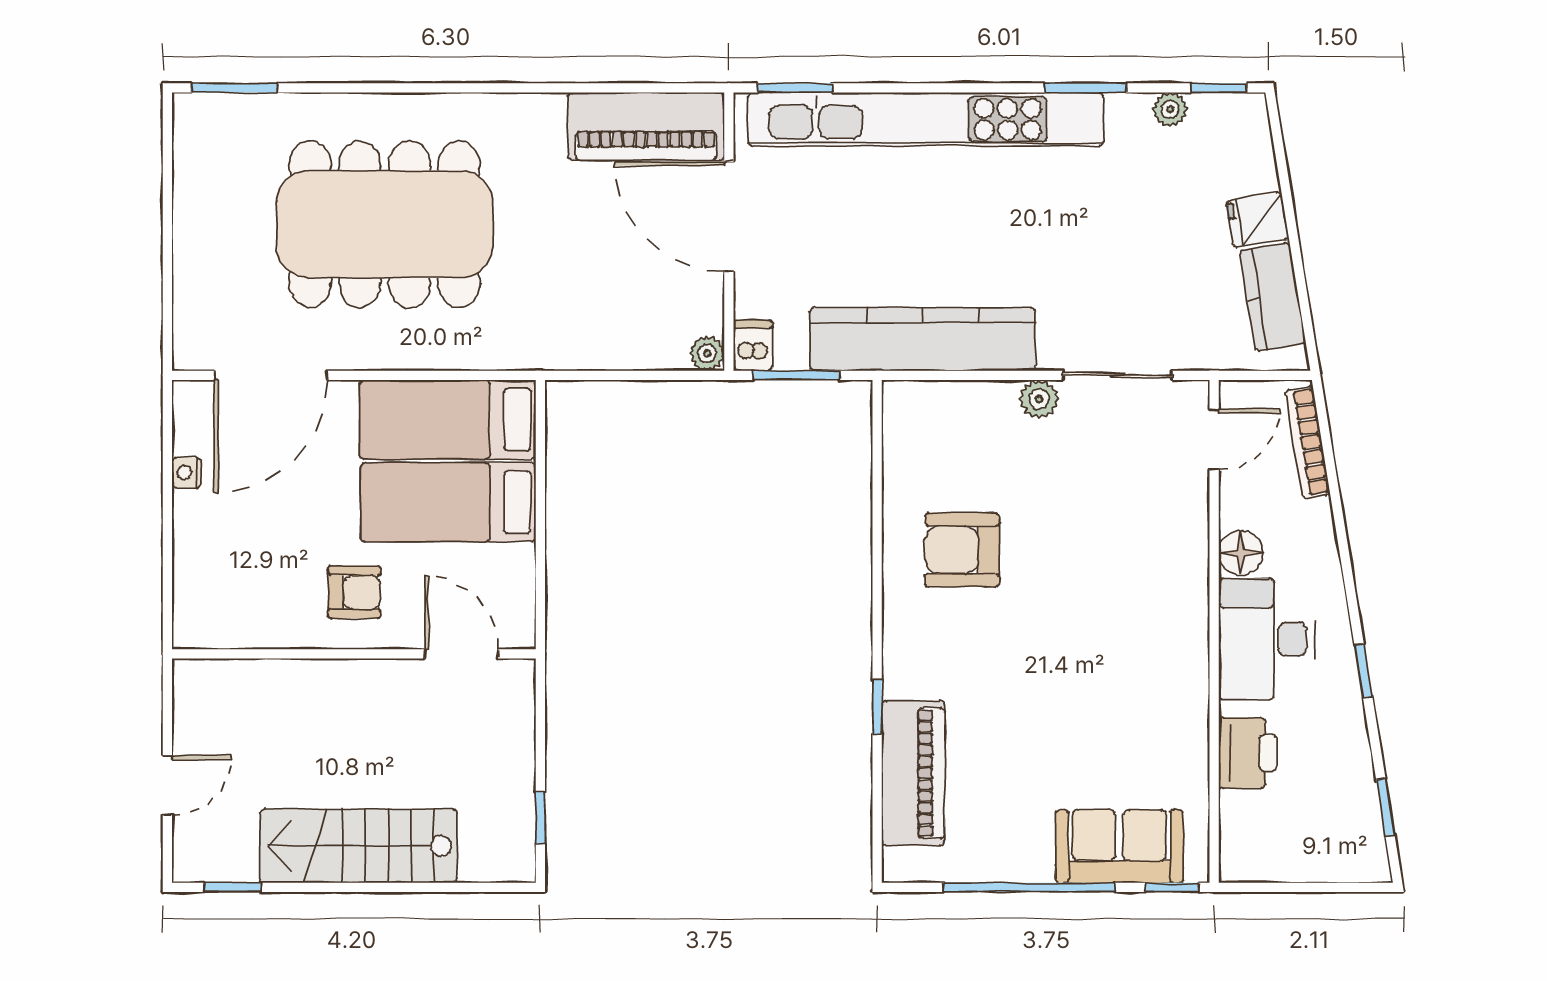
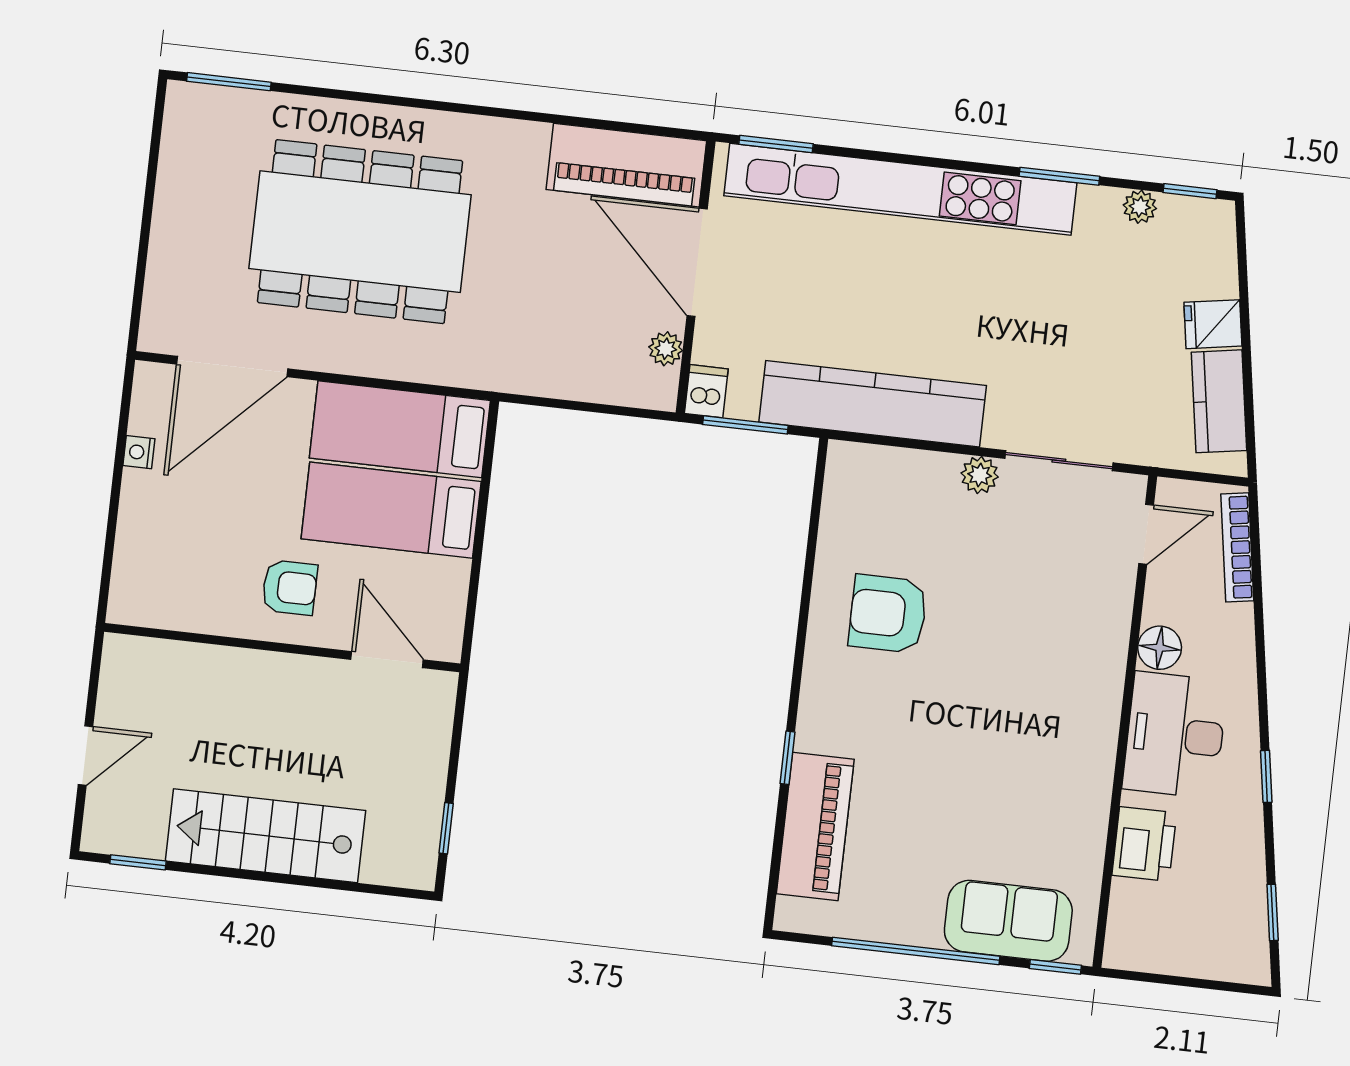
plant: (707, 353) -> (666, 349), moved

